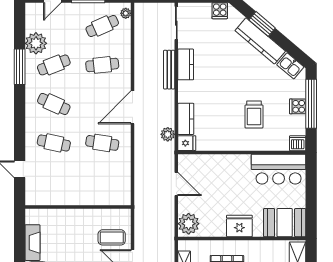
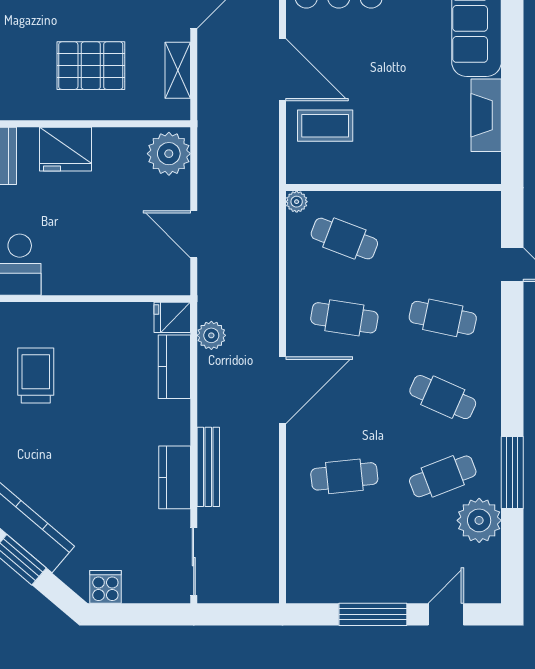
plant: (126, 13) -> (297, 202), moved
cafe table: (102, 26) -> (344, 239), moved, turned 45

